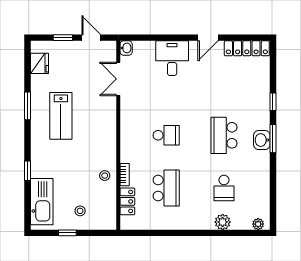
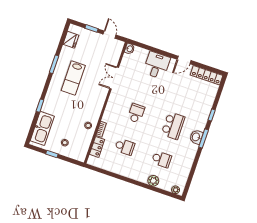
double door: (118, 79) -> (114, 78), moved
school desk: (166, 135) -> (136, 113), turned -90
school desk: (224, 135) -> (173, 126), turned 180
school desk: (166, 188) -> (125, 147), width x0.54
school desk: (224, 188) -> (162, 159), turned -90

